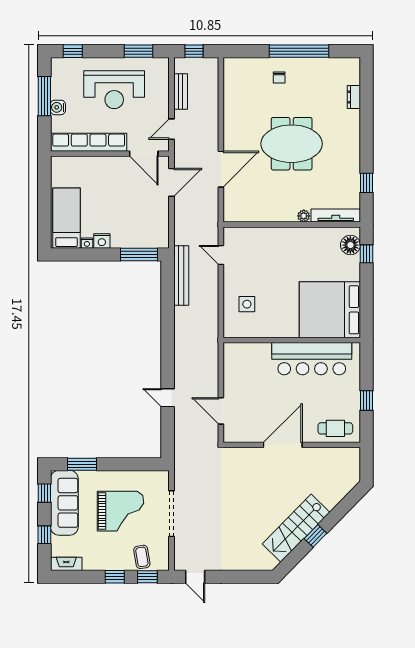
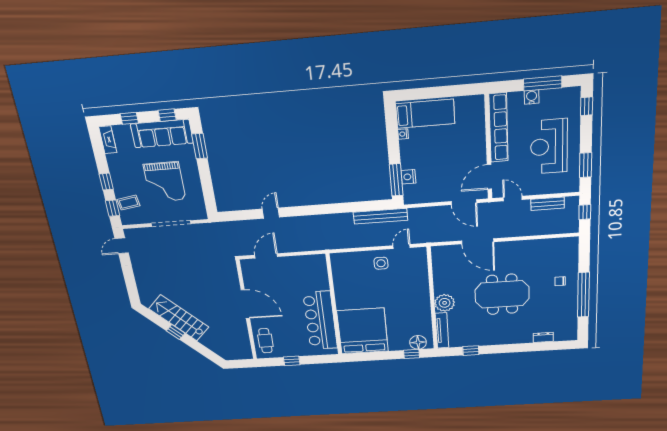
meeting table: (292, 144) -> (502, 294), turned 90
plant: (304, 216) -> (445, 303), width x1.88, depth x1.88
nightstand: (102, 241) -> (408, 177), moved
side table: (247, 304) -> (381, 263), moved

